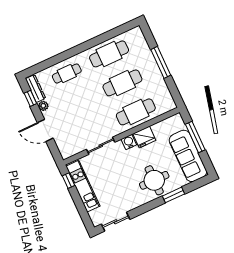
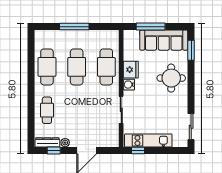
window: (174, 195) -> (191, 50), moved

